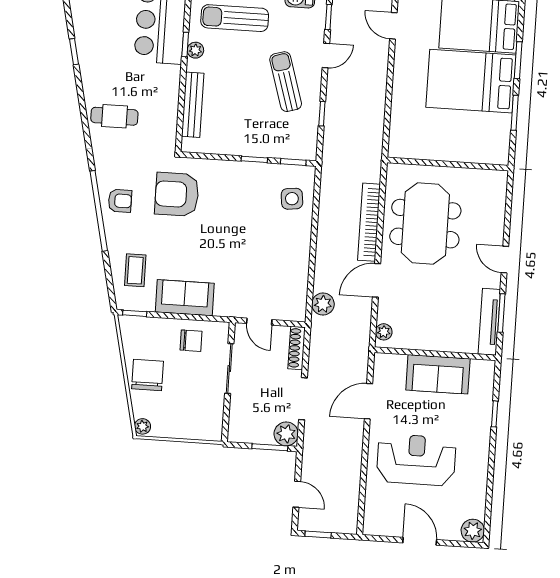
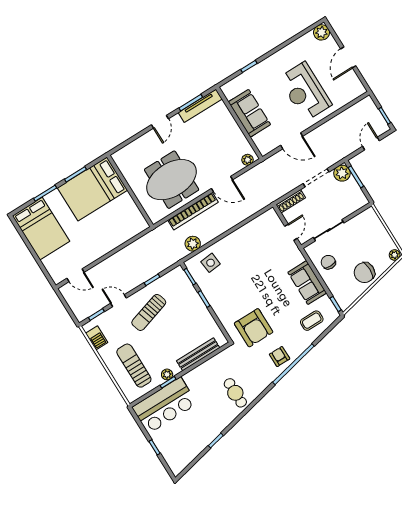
sun lounger: (235, 18) -> (134, 366), turned 180
door: (393, 26) -> (76, 275), hinge flipped
bed: (471, 81) -> (92, 189), moved, turned 90
plant: (323, 304) -> (193, 244), moved

